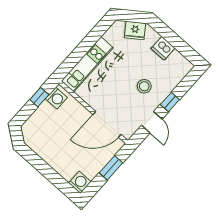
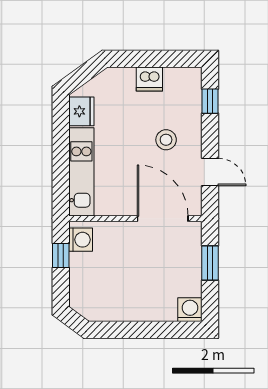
fridge: (135, 31) -> (81, 111), moved, turned -54
window: (170, 102) -> (210, 101), moved
door: (107, 124) -> (163, 219), swing flipped

